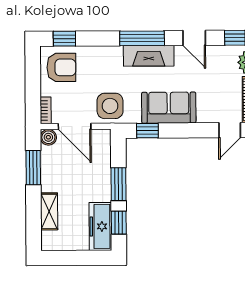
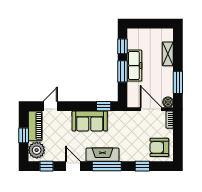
window: (64, 39) -> (142, 166), moved
side table: (110, 106) -> (128, 122), removed
freezer: (100, 226) -> (134, 66), moved

